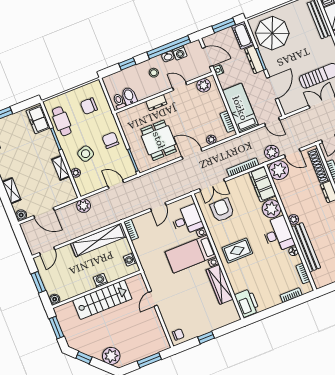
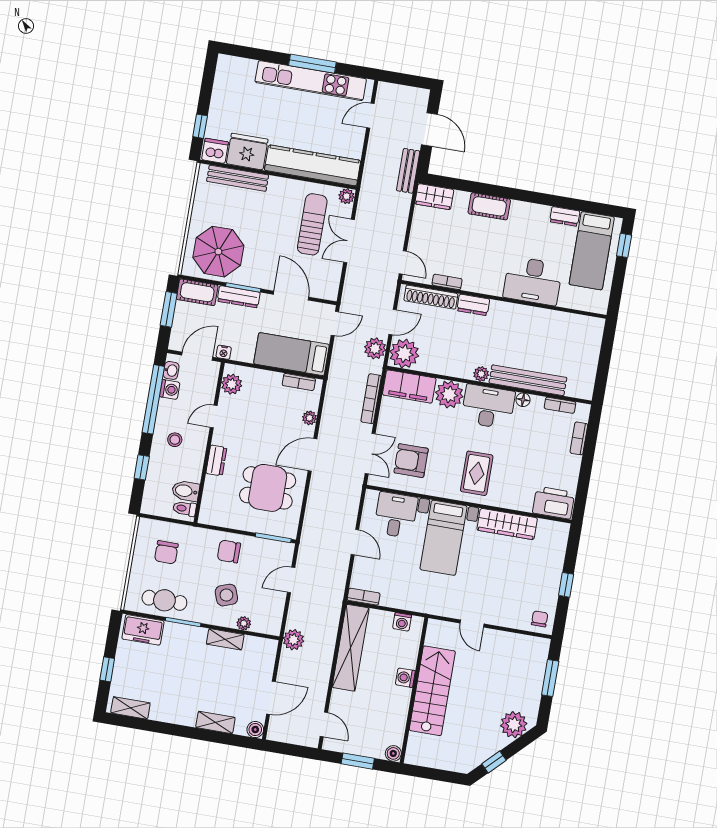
washbasin: (168, 56) -> (171, 370), moved
window: (57, 328) -> (432, 774), removed

